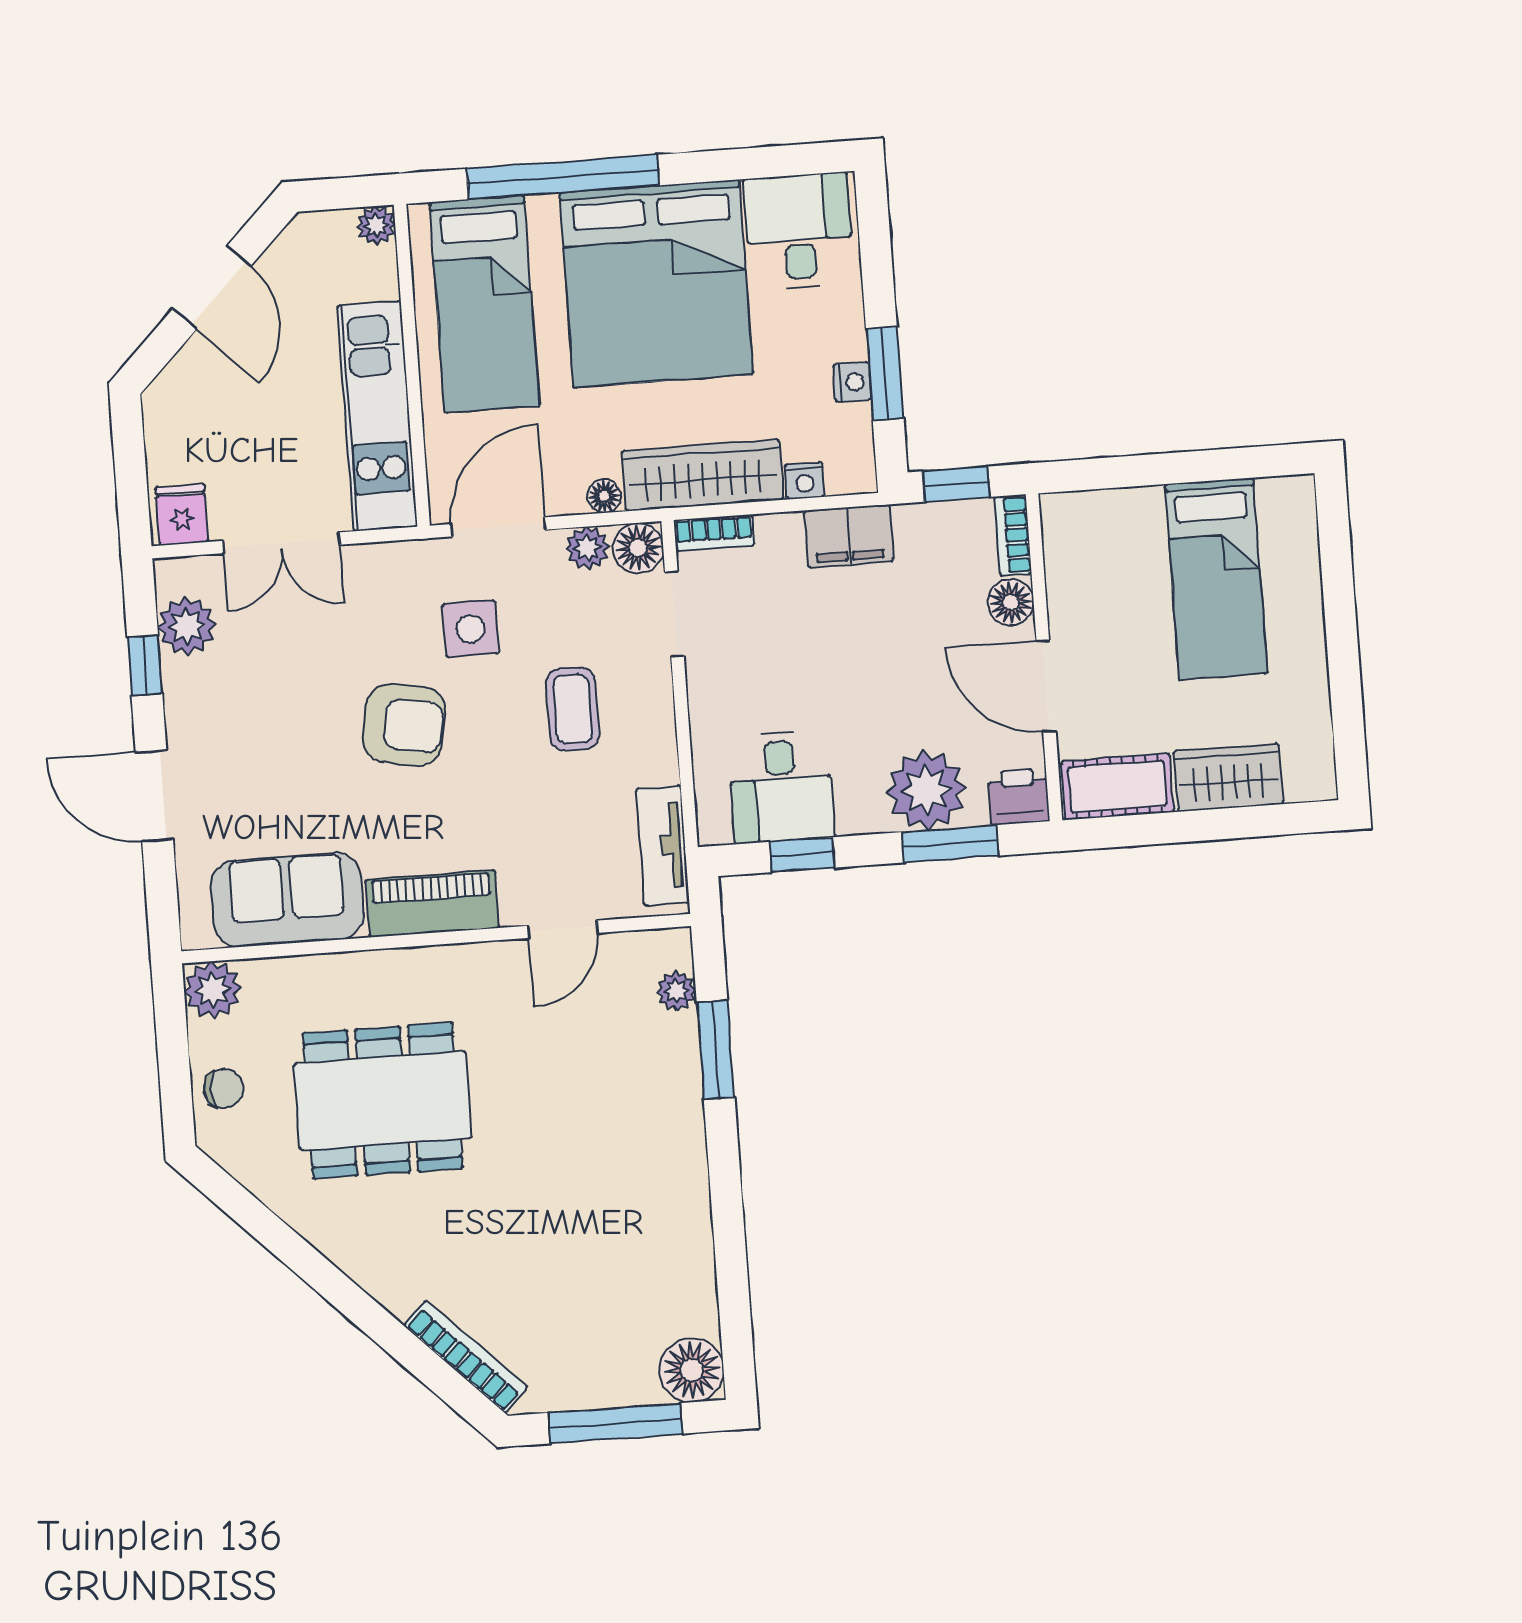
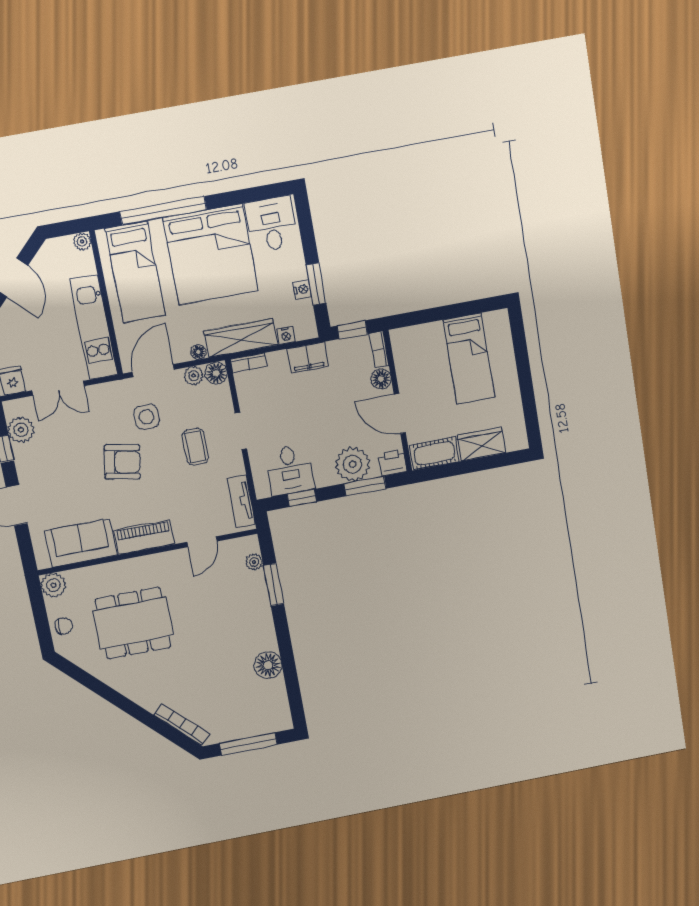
doorway: (674, 614) -> (241, 431), moved
floor lamp: (692, 1370) -> (268, 665), moved

